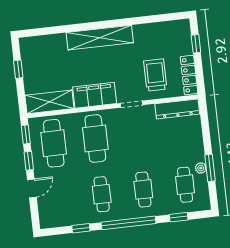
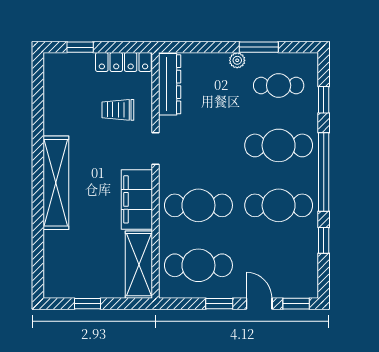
trolley: (155, 75) -> (118, 110), width x0.73, depth x0.72
window: (26, 134) -> (296, 304), moved
plant: (201, 168) -> (237, 60), moved
cafe table: (143, 189) -> (279, 145), width x1.37, depth x1.35
cafe table: (102, 194) -> (279, 205), width x1.37, depth x1.35

